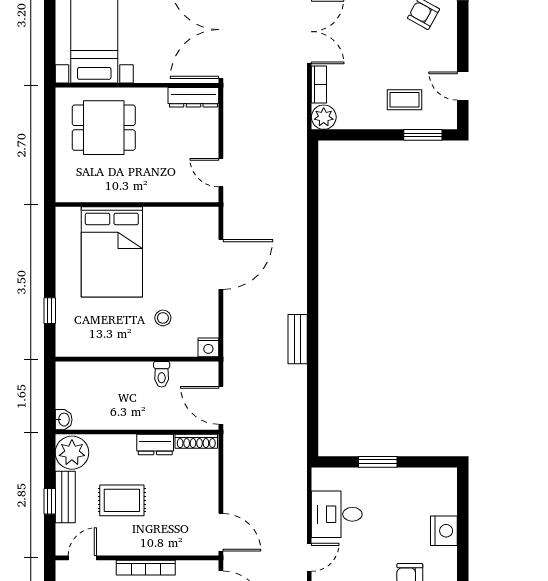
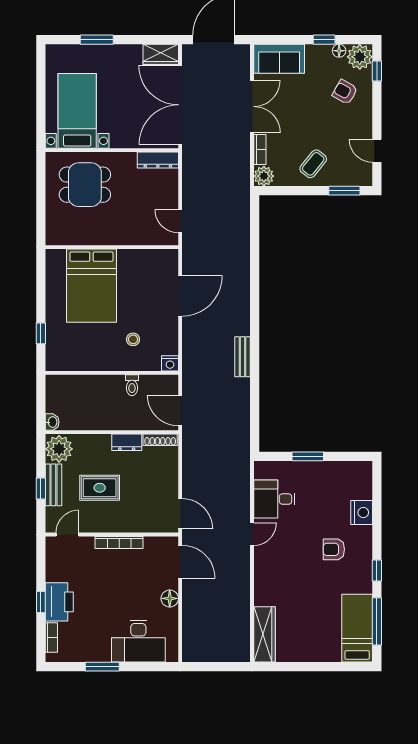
coffee table: (405, 100) -> (313, 164), moved, turned -51

